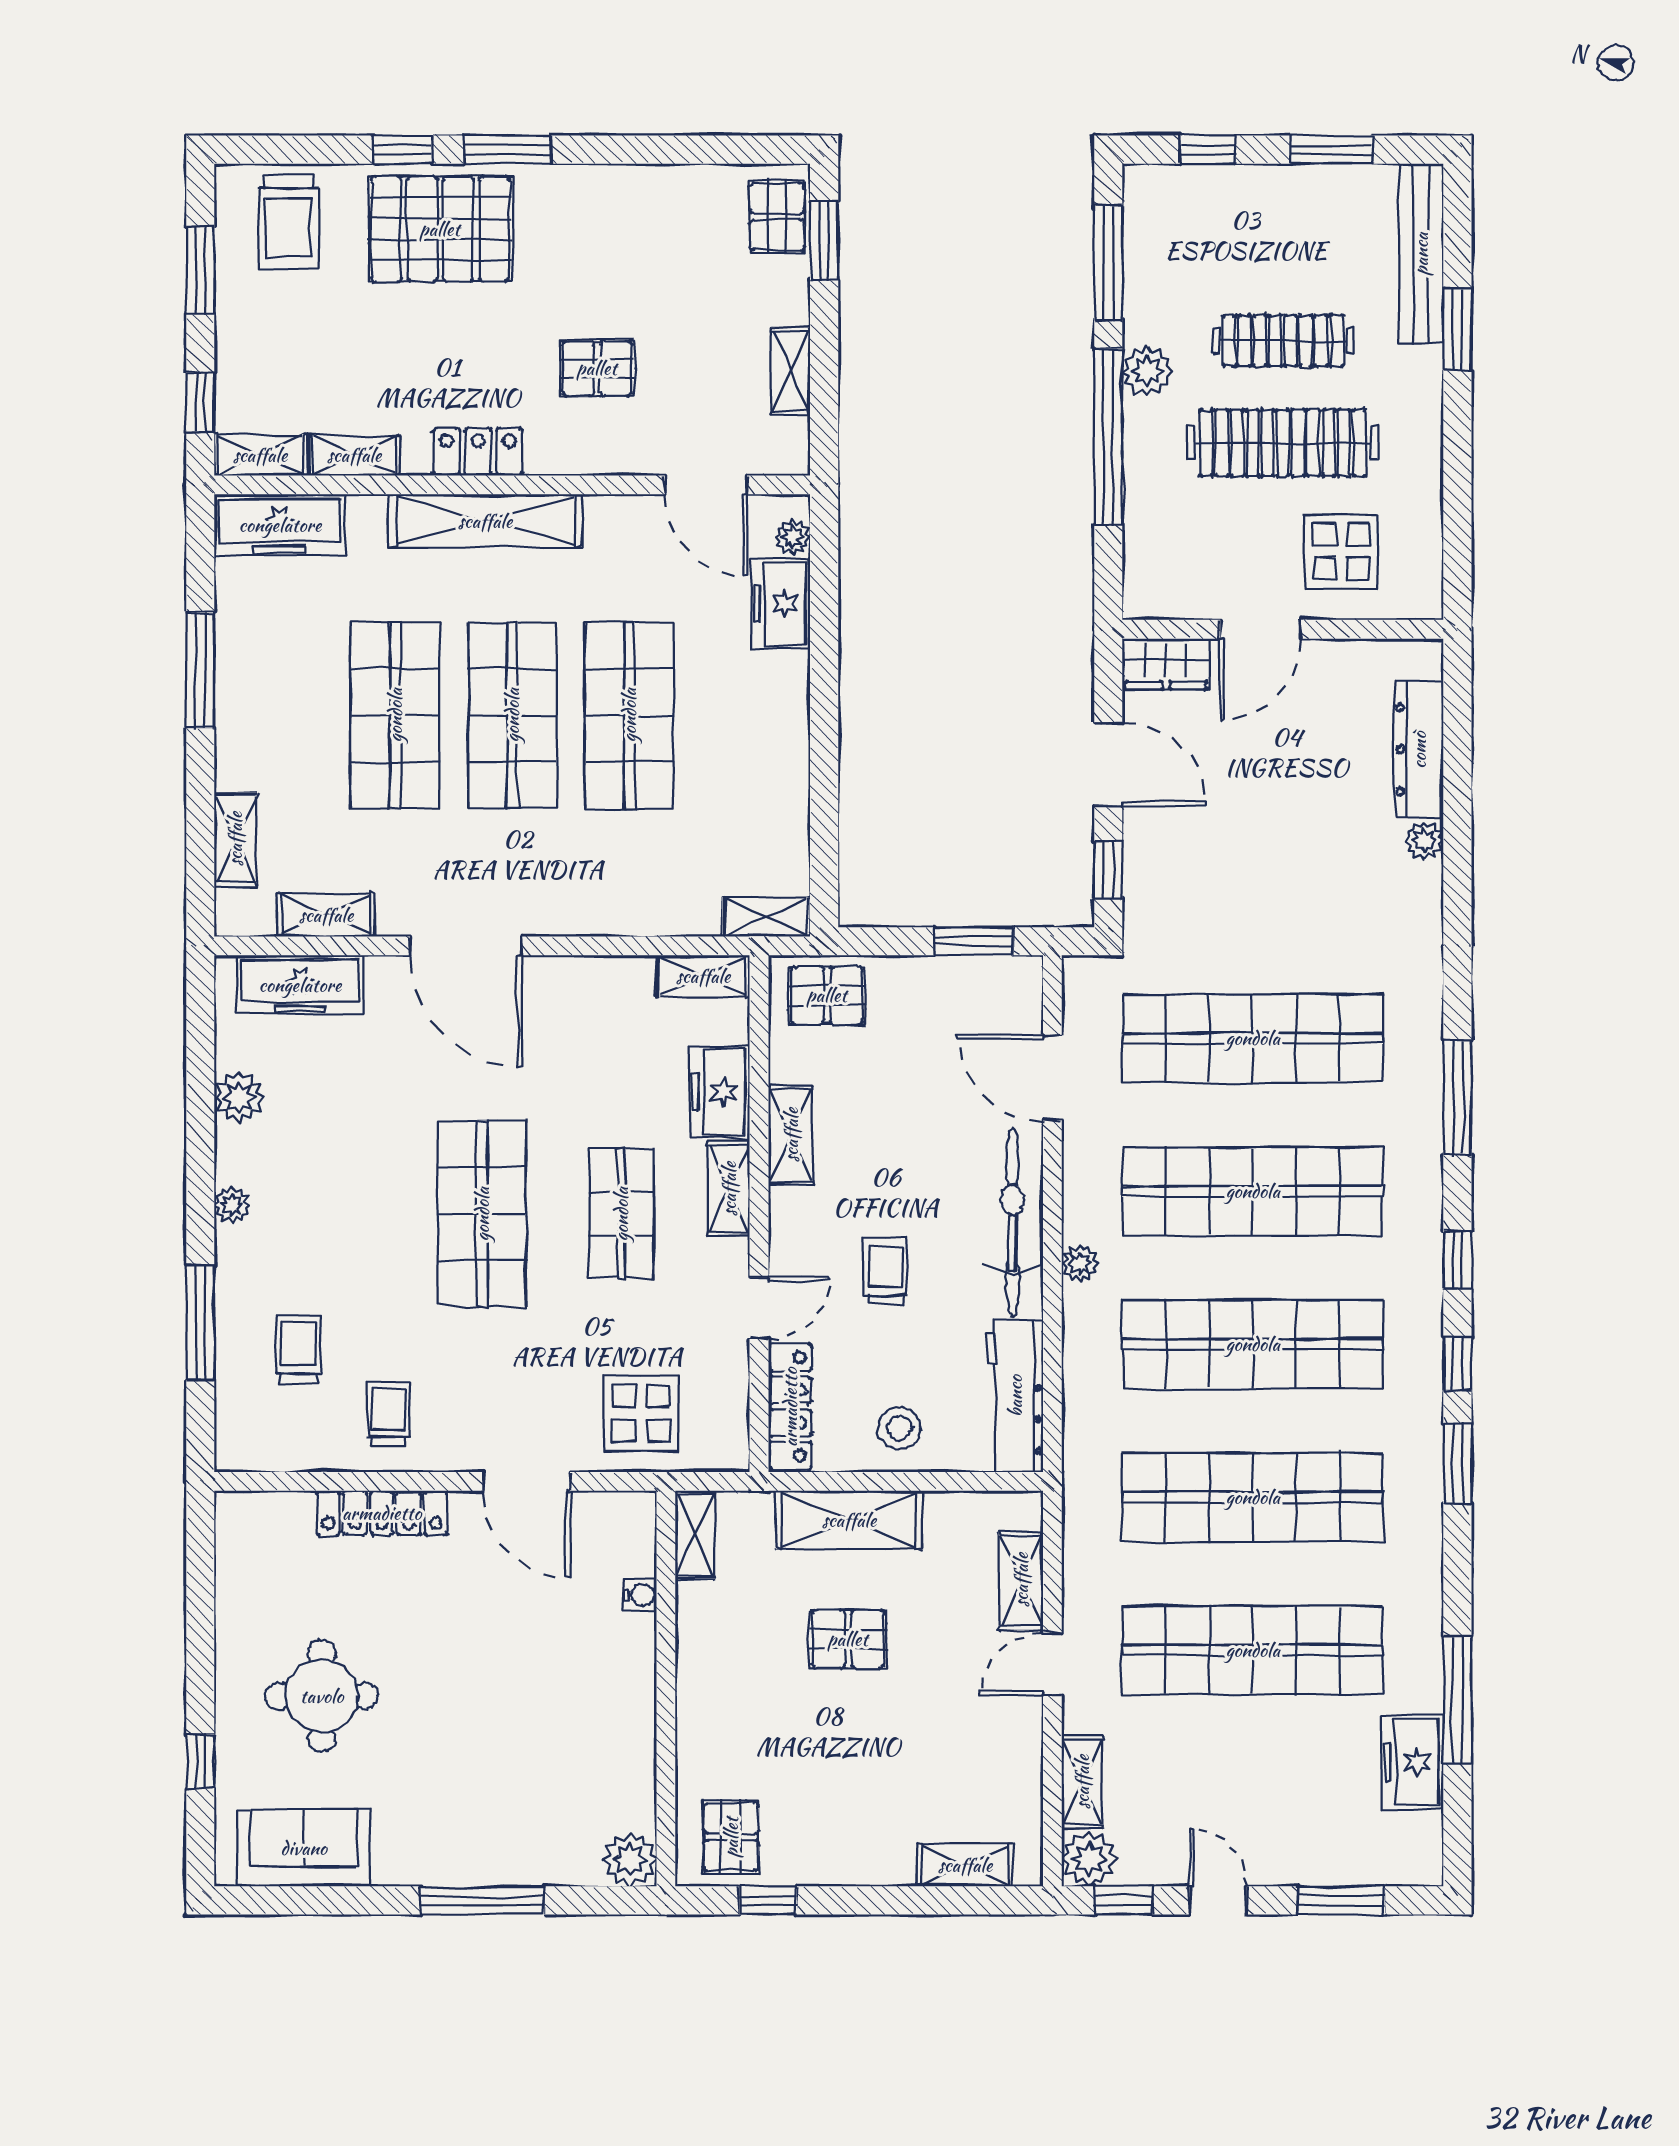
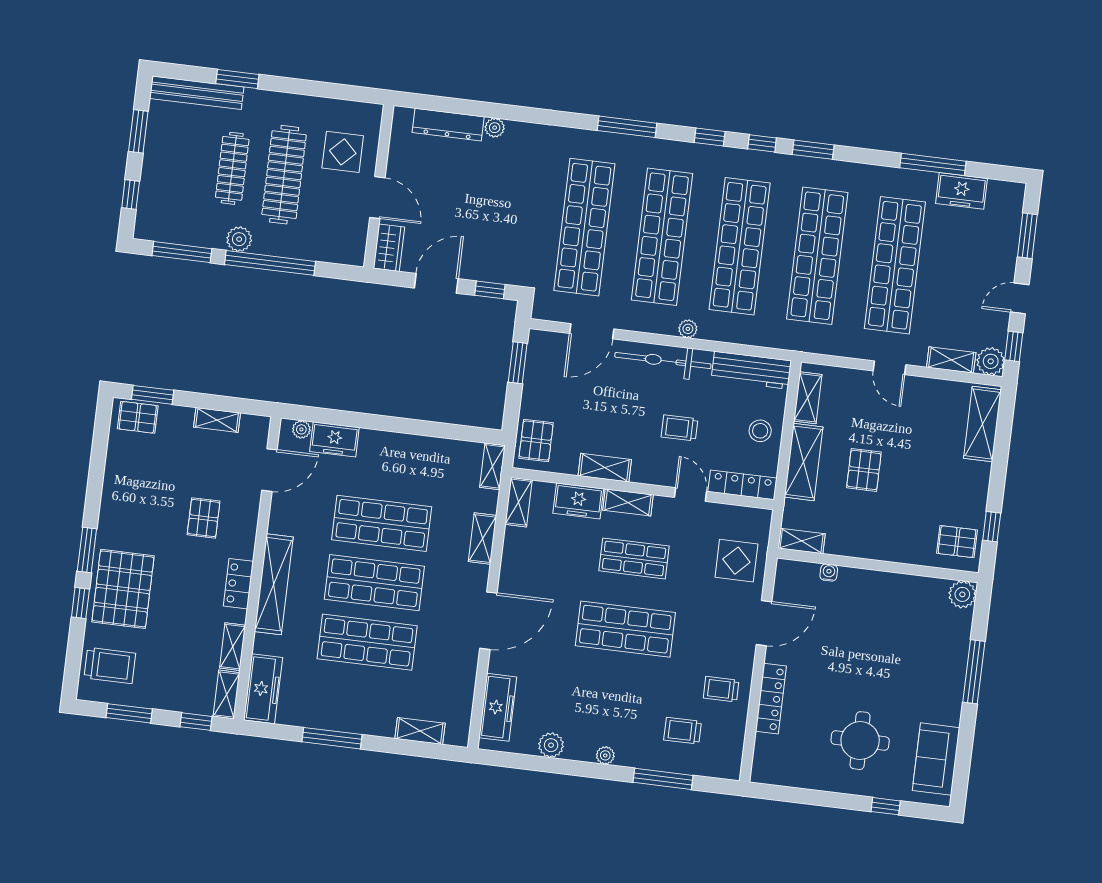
shelving: (326, 915) -> (482, 539), moved
shelving: (1021, 1580) -> (808, 398), moved, turned 90
shelving: (965, 1865) -> (982, 424), width x1.50, depth x1.33

